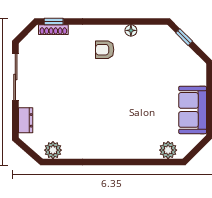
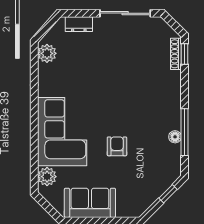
window: (127, 22) -> (185, 132), added
armchair: (105, 50) -> (117, 146), moved
corner sofa: (126, 136) -> (62, 132), added

